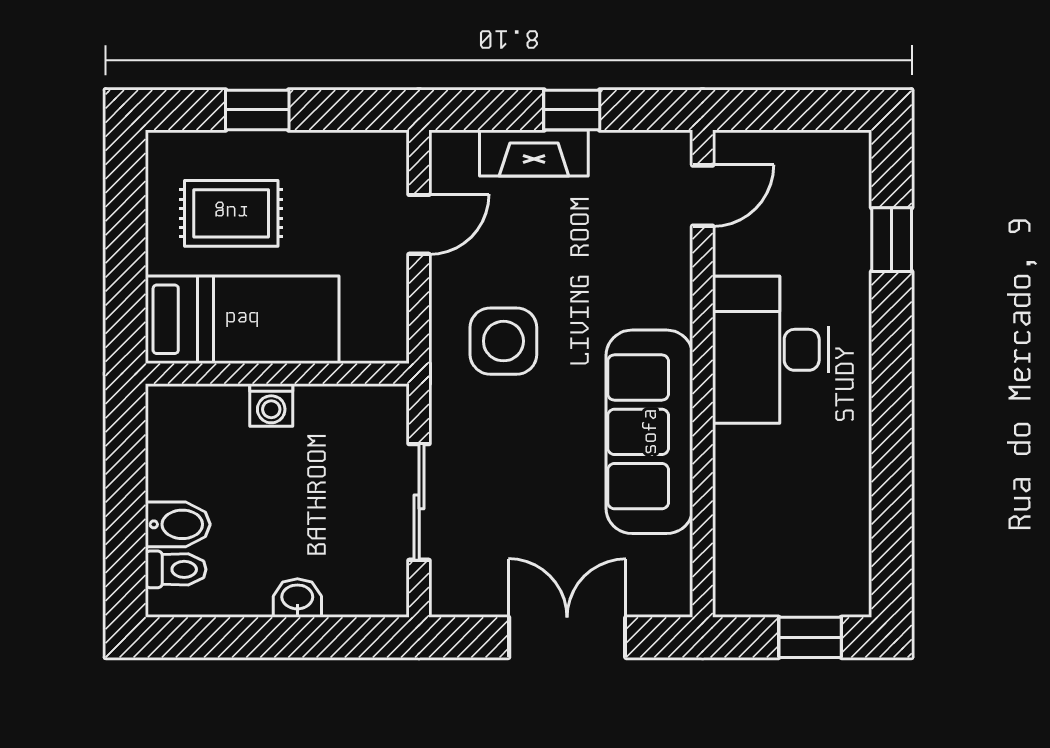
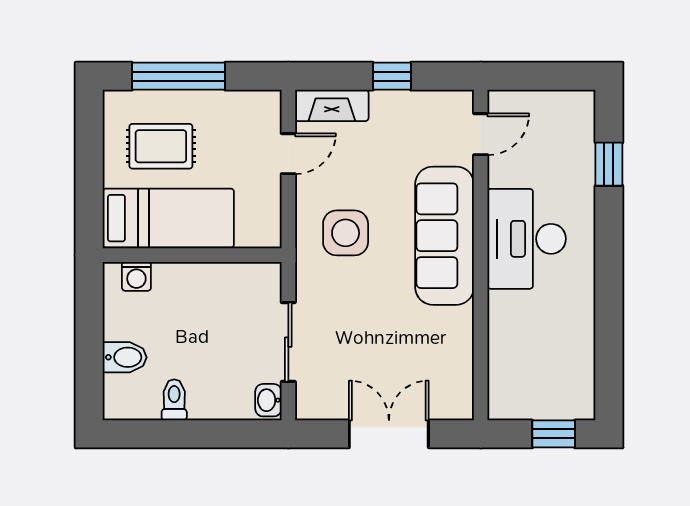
window: (257, 110) -> (179, 76), width x2.17
fireplace: (534, 153) -> (332, 105), moved
washing machine: (271, 405) -> (136, 276), moved
sofa: (649, 432) -> (445, 236), moved
toilet: (176, 569) -> (174, 400), moved, turned -90
washbasin: (297, 598) -> (268, 400), moved, turned -90

